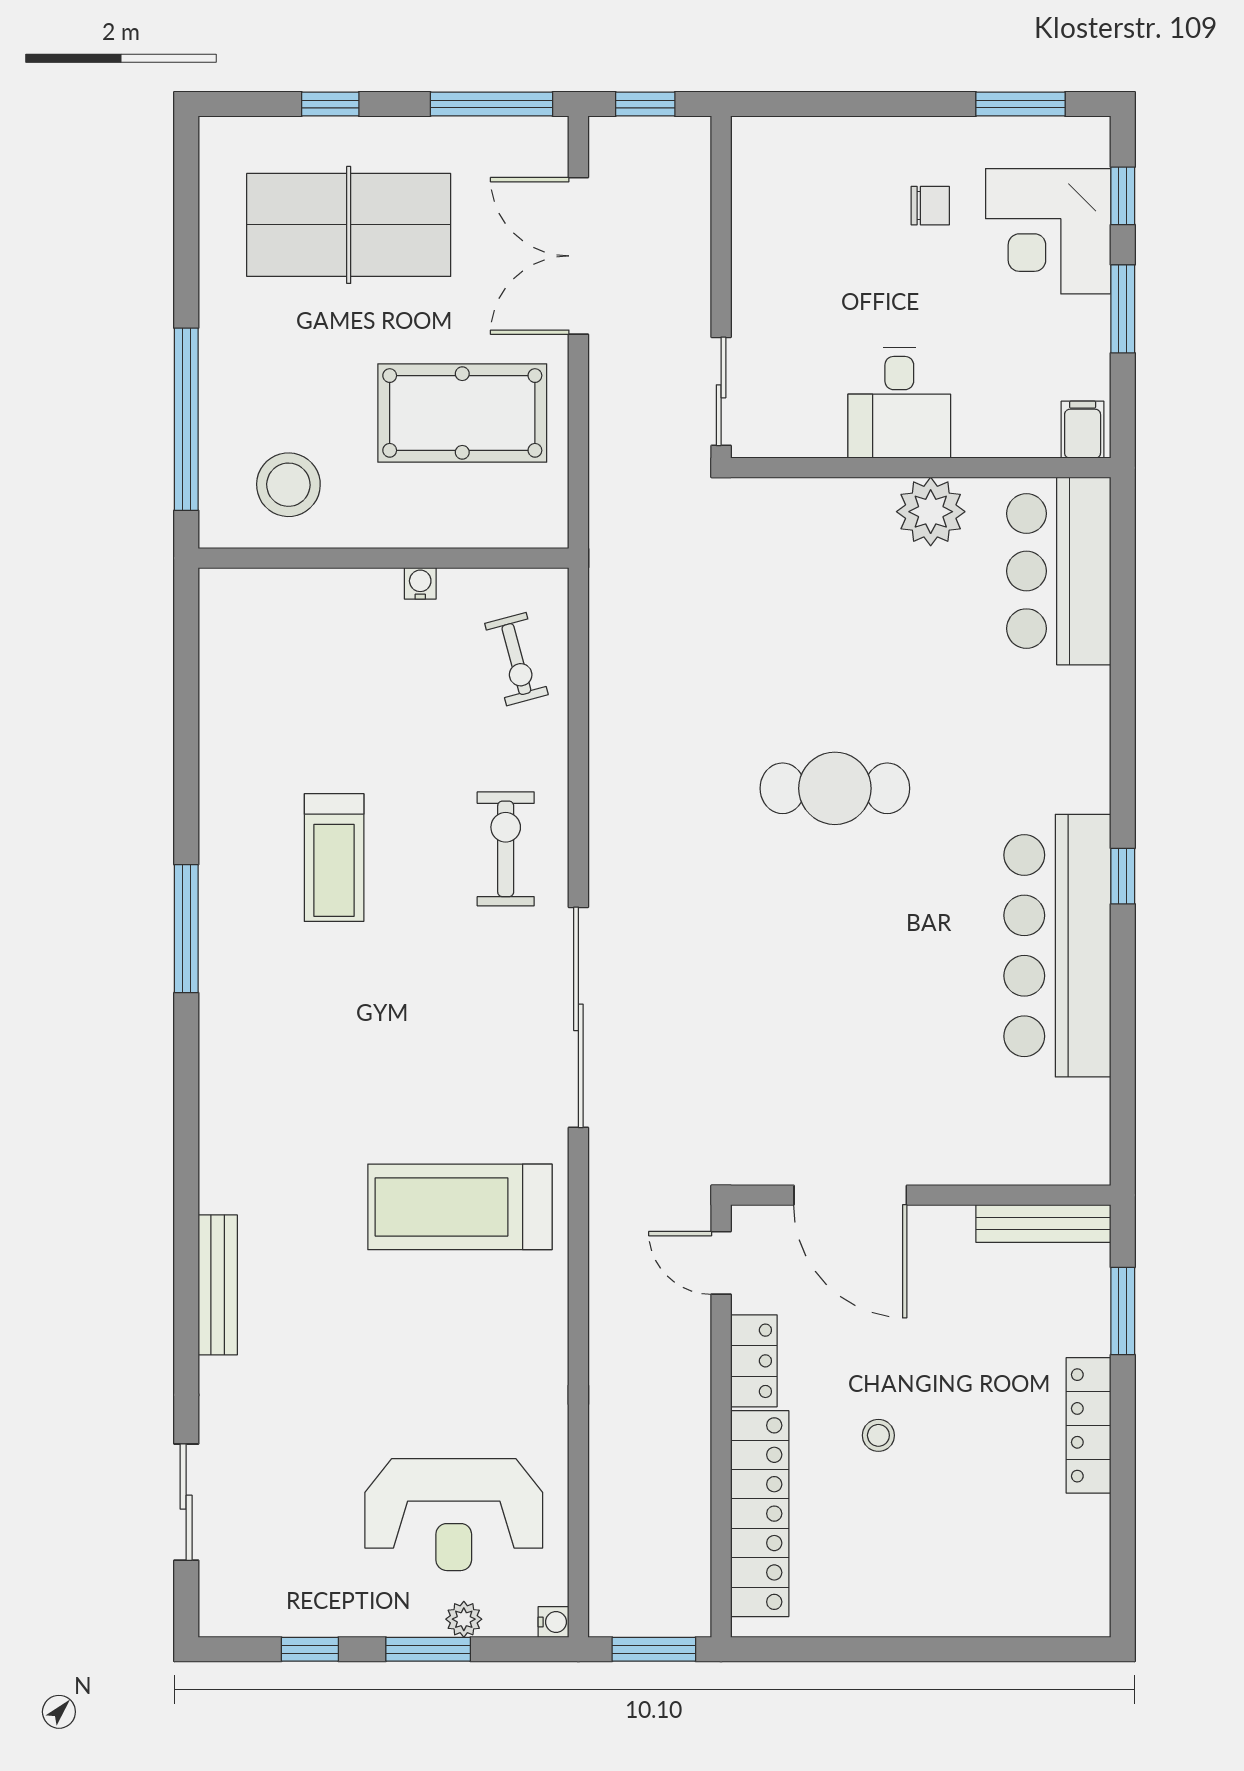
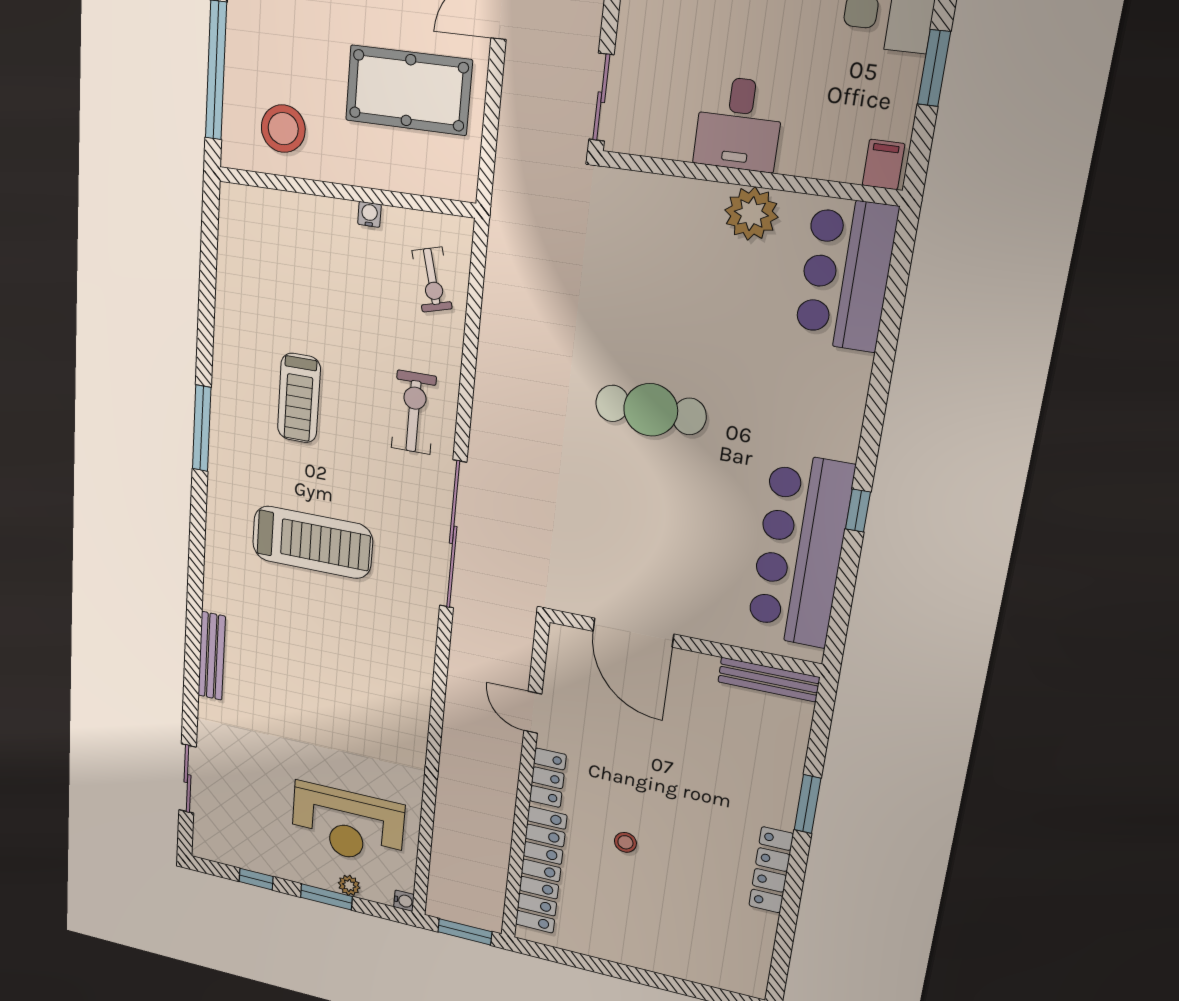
door: (850, 1195) -> (633, 633), moved
wall: (921, 1195) -> (683, 643), moved
treadmill: (460, 1207) -> (312, 542), moved, turned 180
bench: (1043, 1224) -> (769, 680), moved

